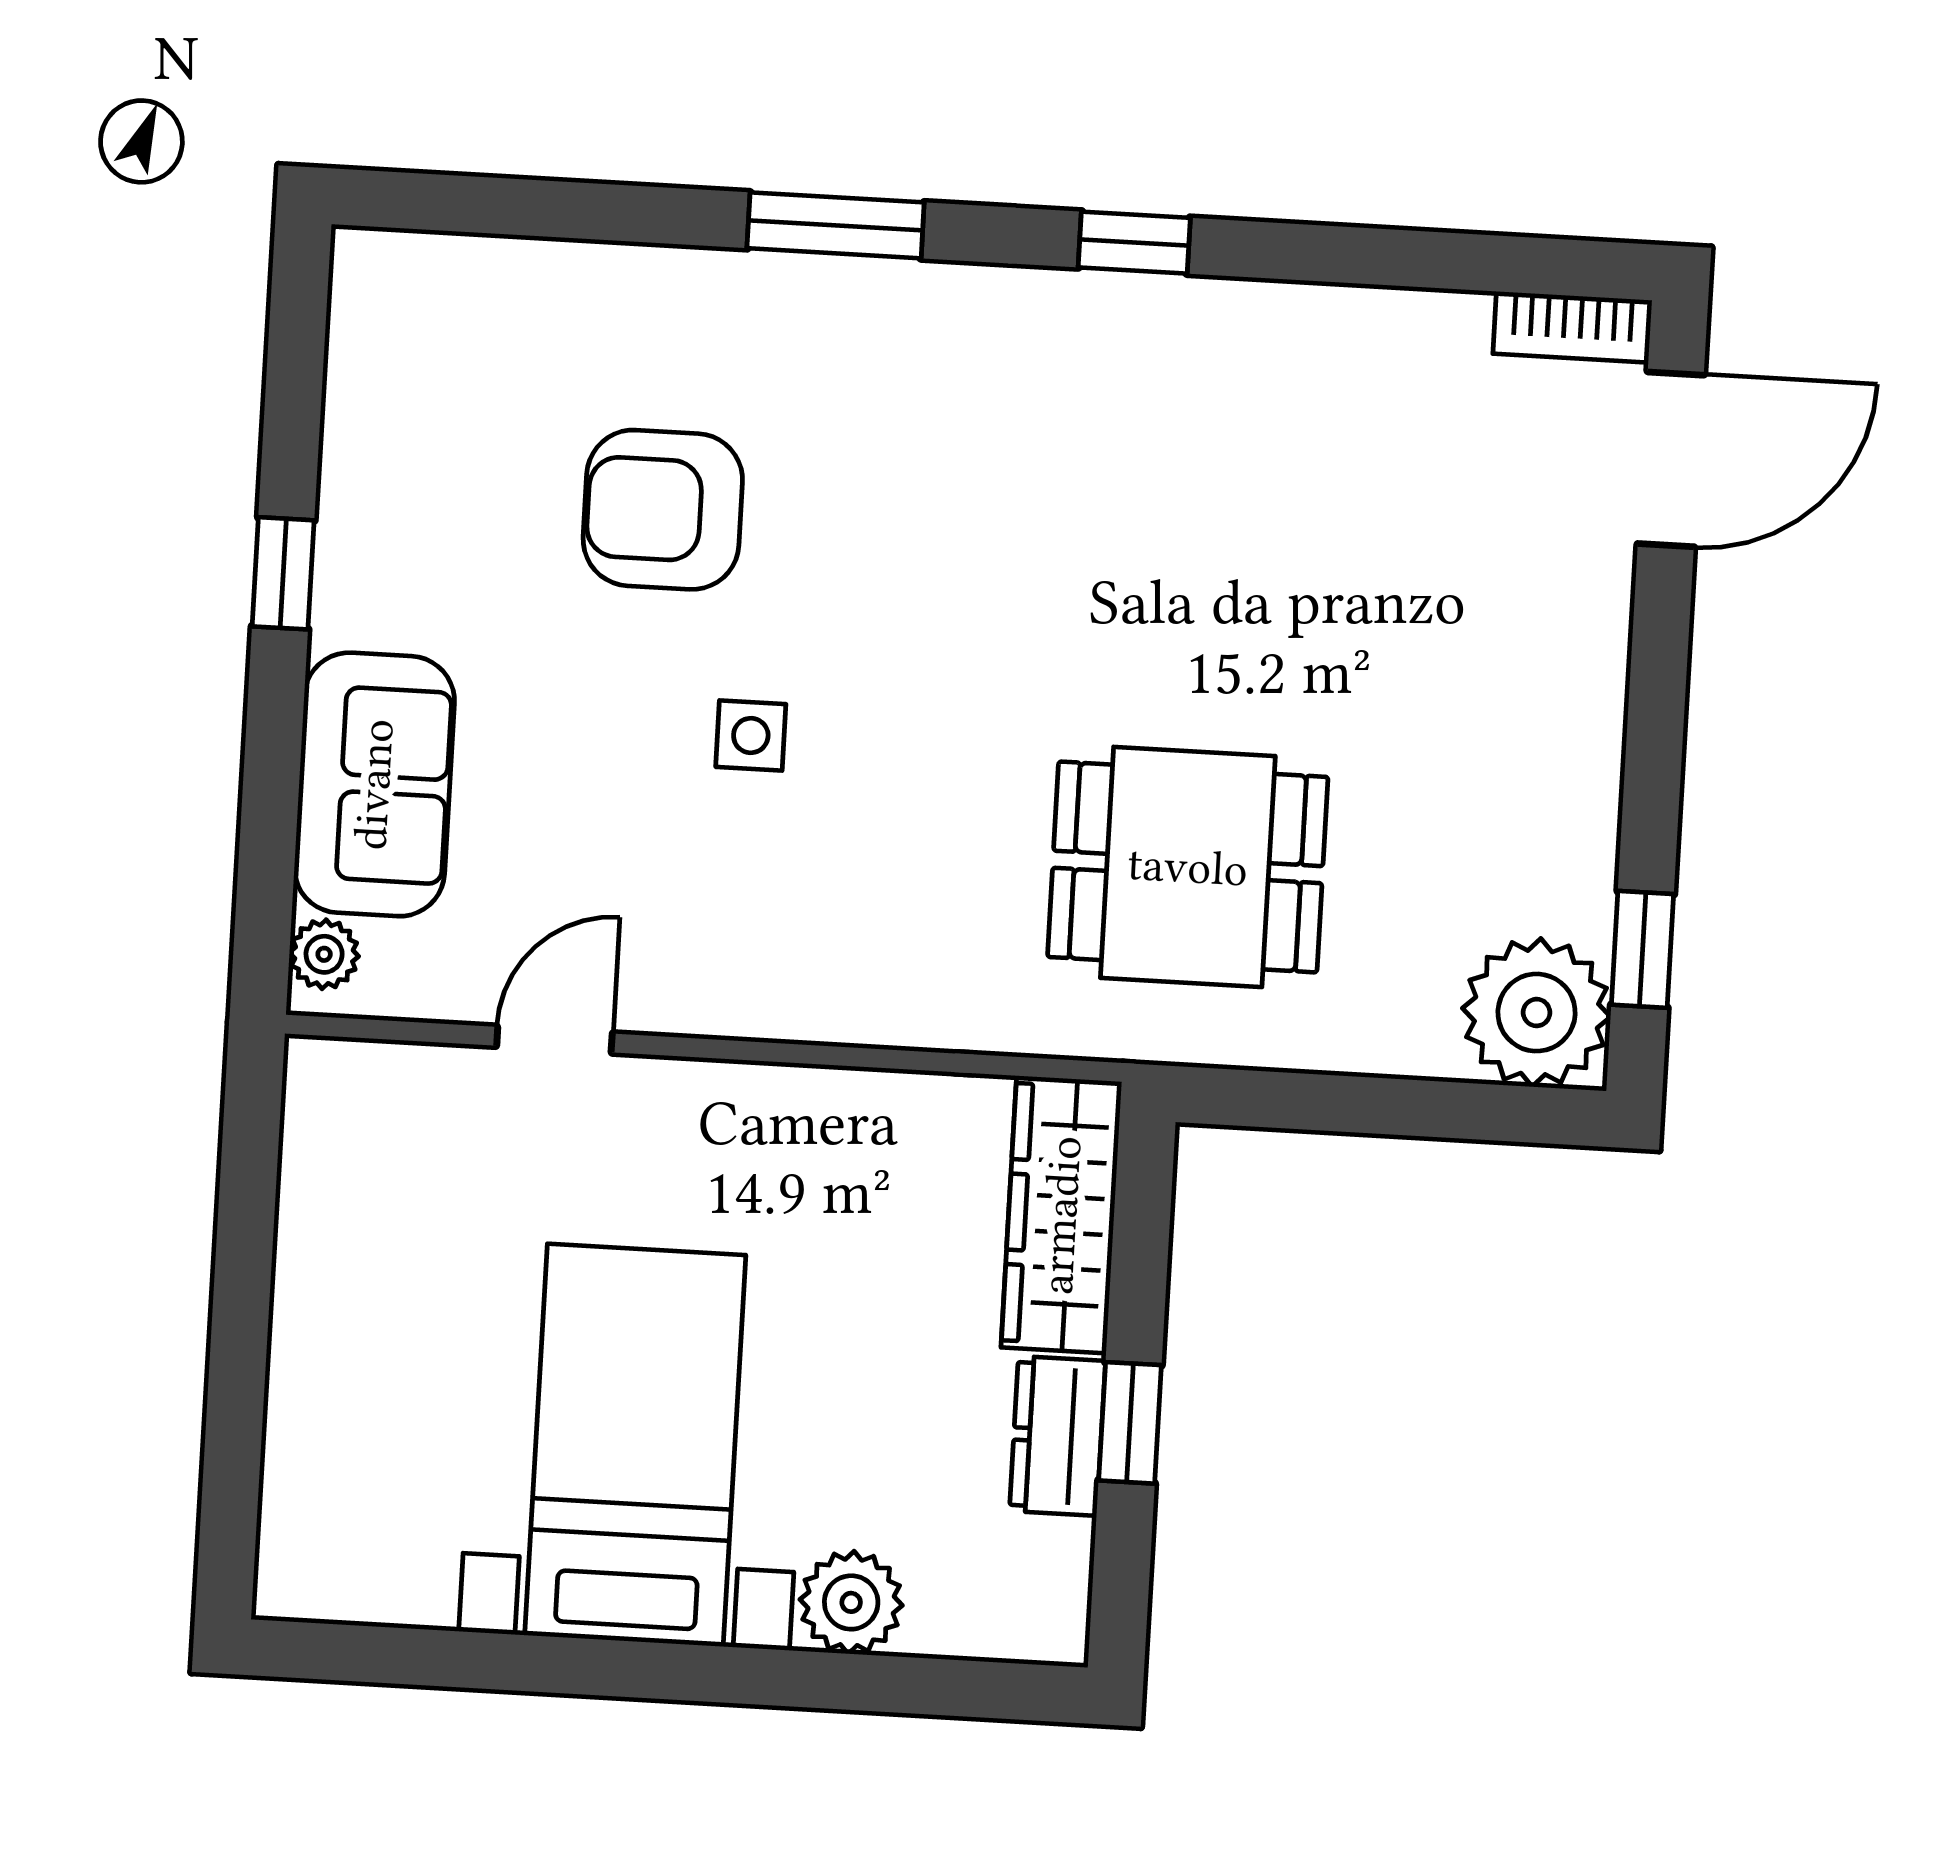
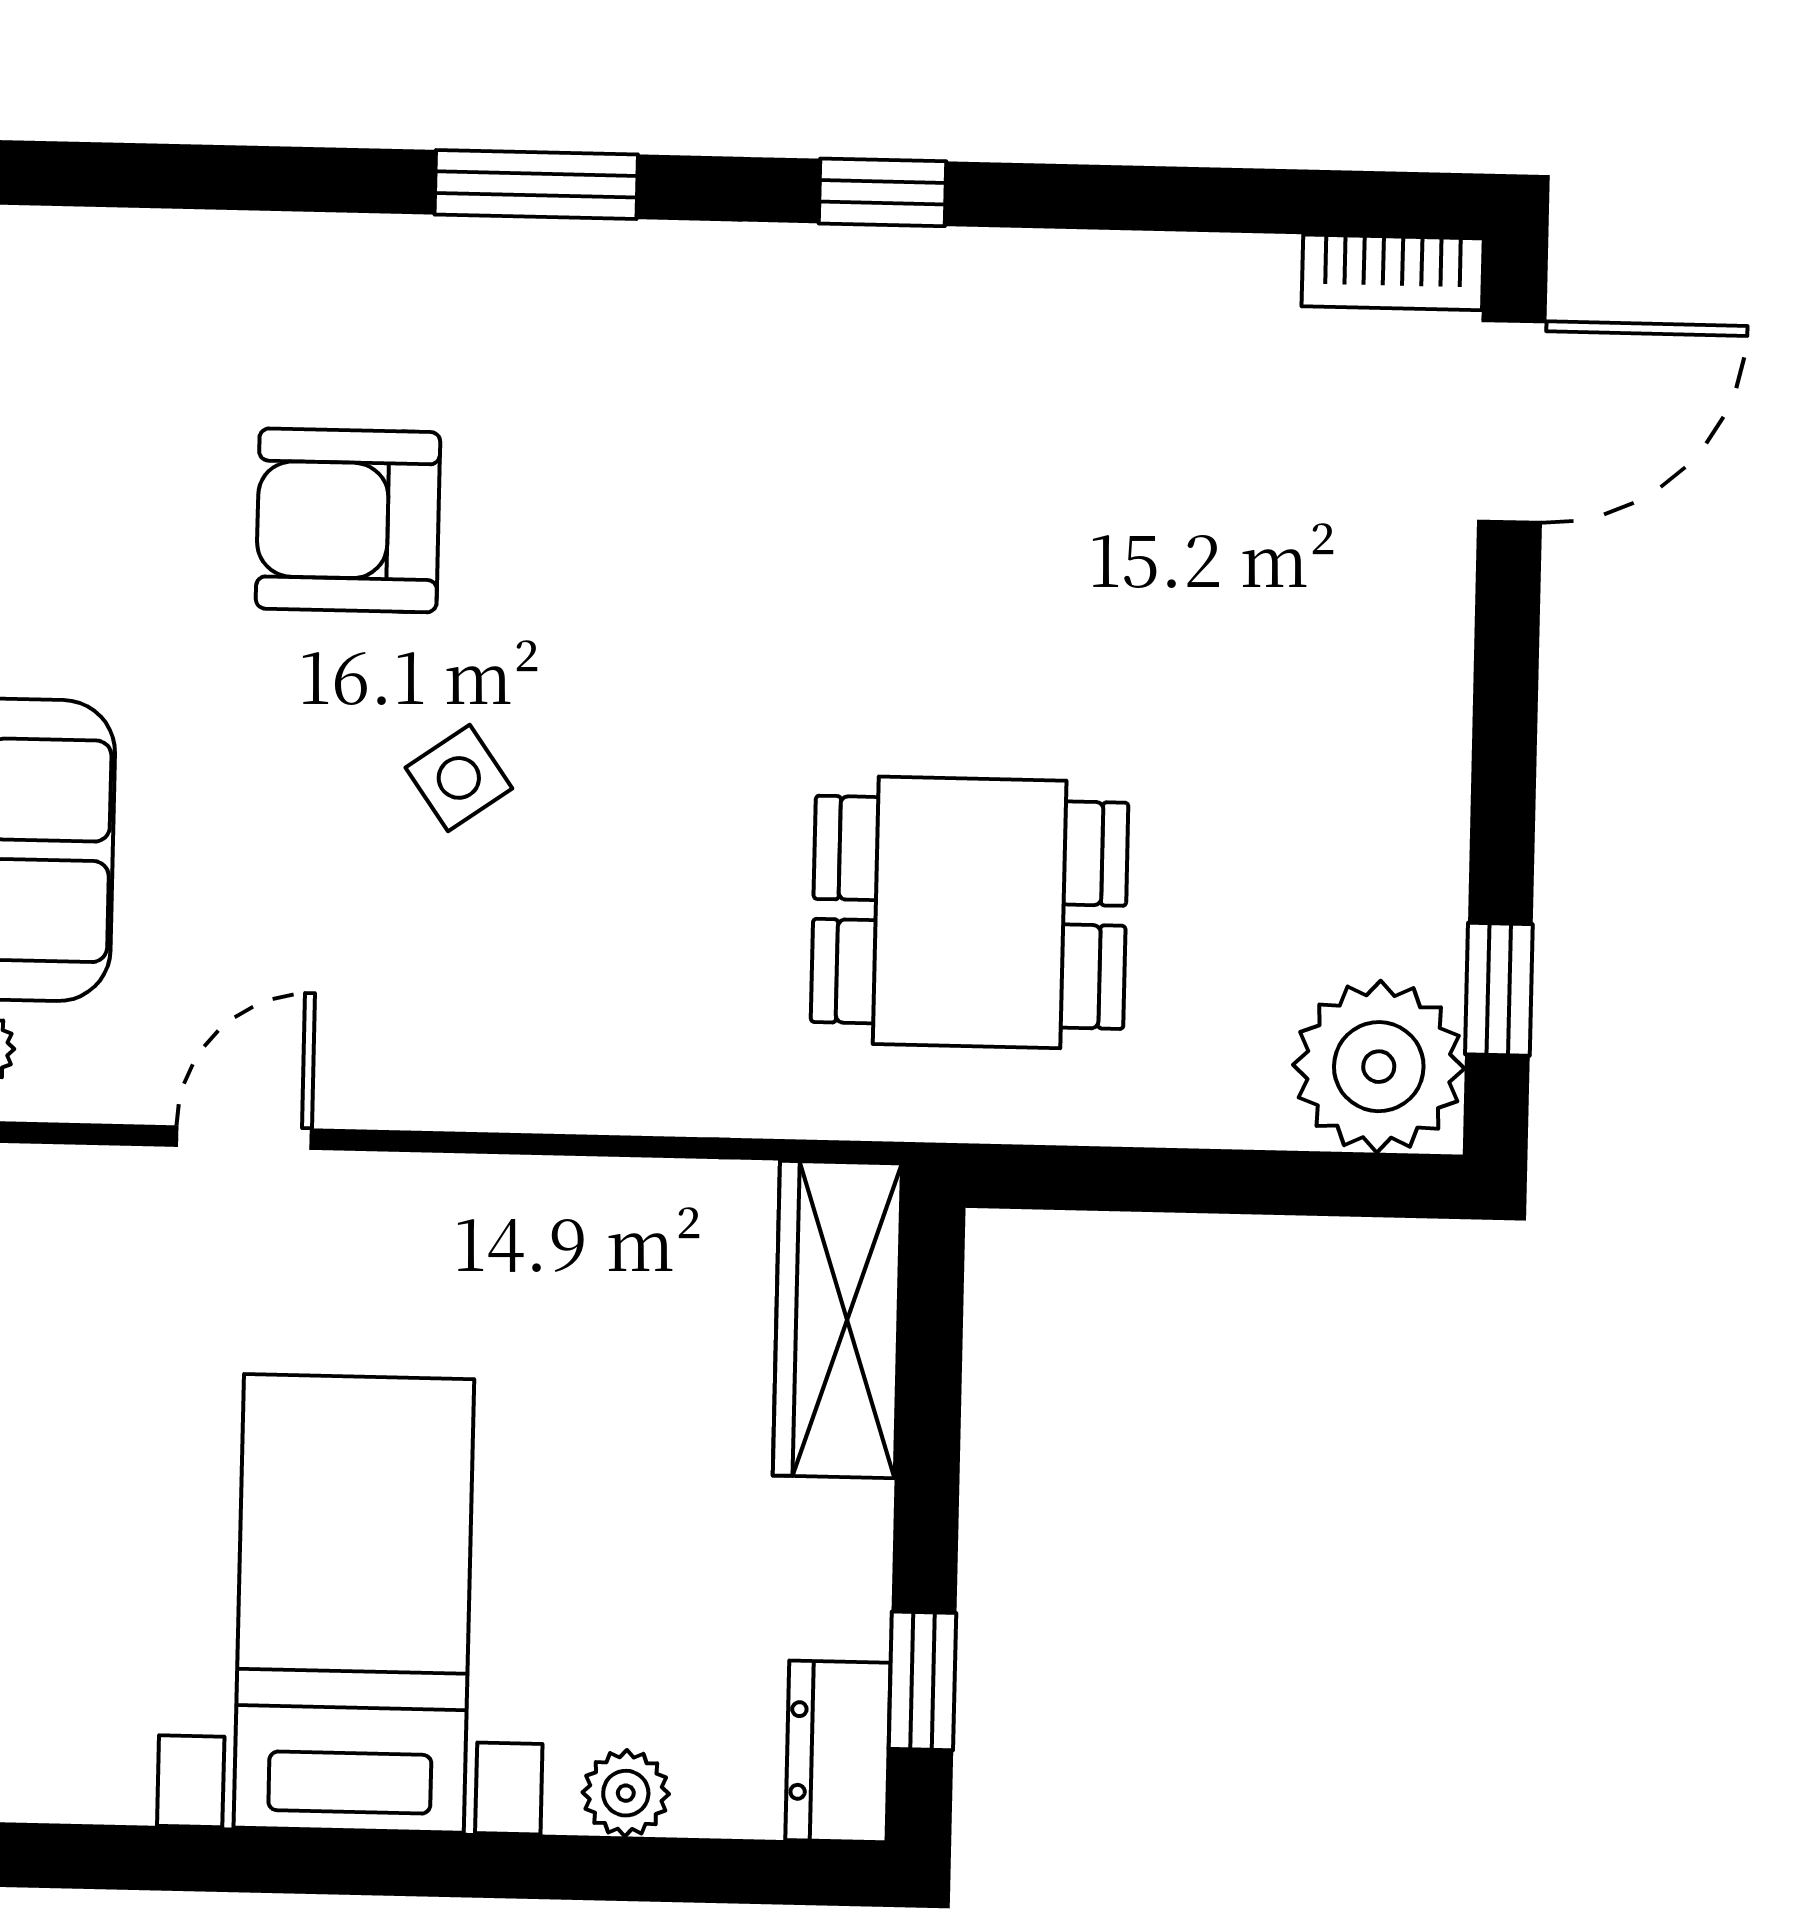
side table: (751, 735) -> (459, 778), turned -35
window: (1130, 1423) -> (922, 1681), moved
dresser: (1058, 1436) -> (838, 1751), moved
plant: (851, 1602) -> (626, 1793), width x0.73, depth x0.73

